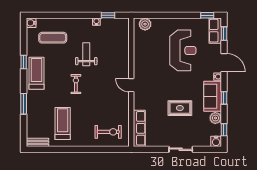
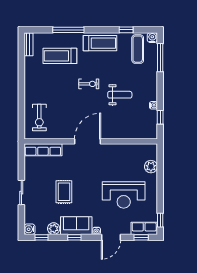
window: (50, 15) -> (160, 58), added
plant: (145, 24) -> (151, 167), moved
exercise mat: (53, 38) -> (138, 49), moved
window: (24, 62) -> (126, 30), moved
door: (131, 85) -> (88, 141), width x1.88
window: (24, 104) -> (68, 30), width x1.44
treadmill: (63, 123) -> (60, 56), moved, turned 180

